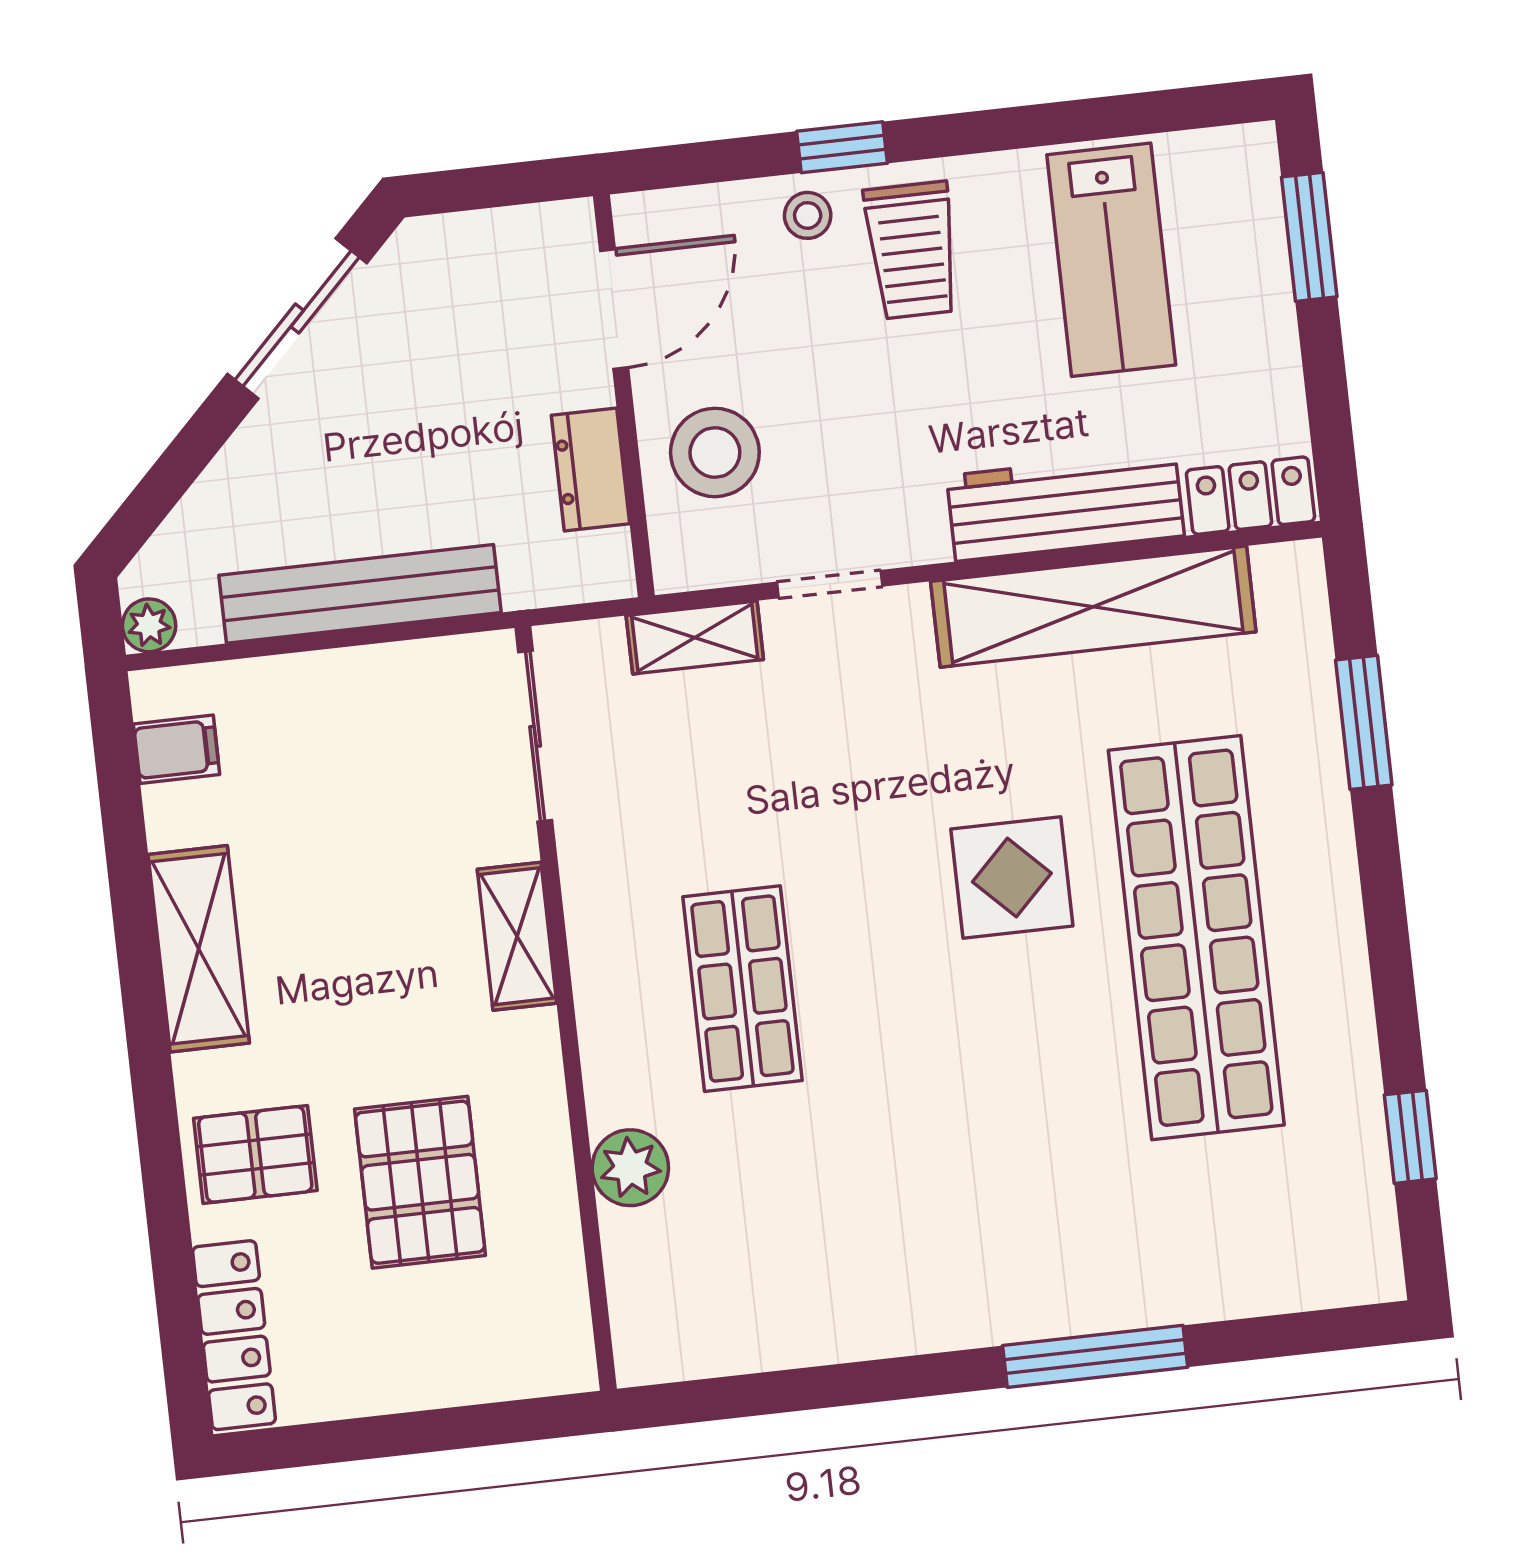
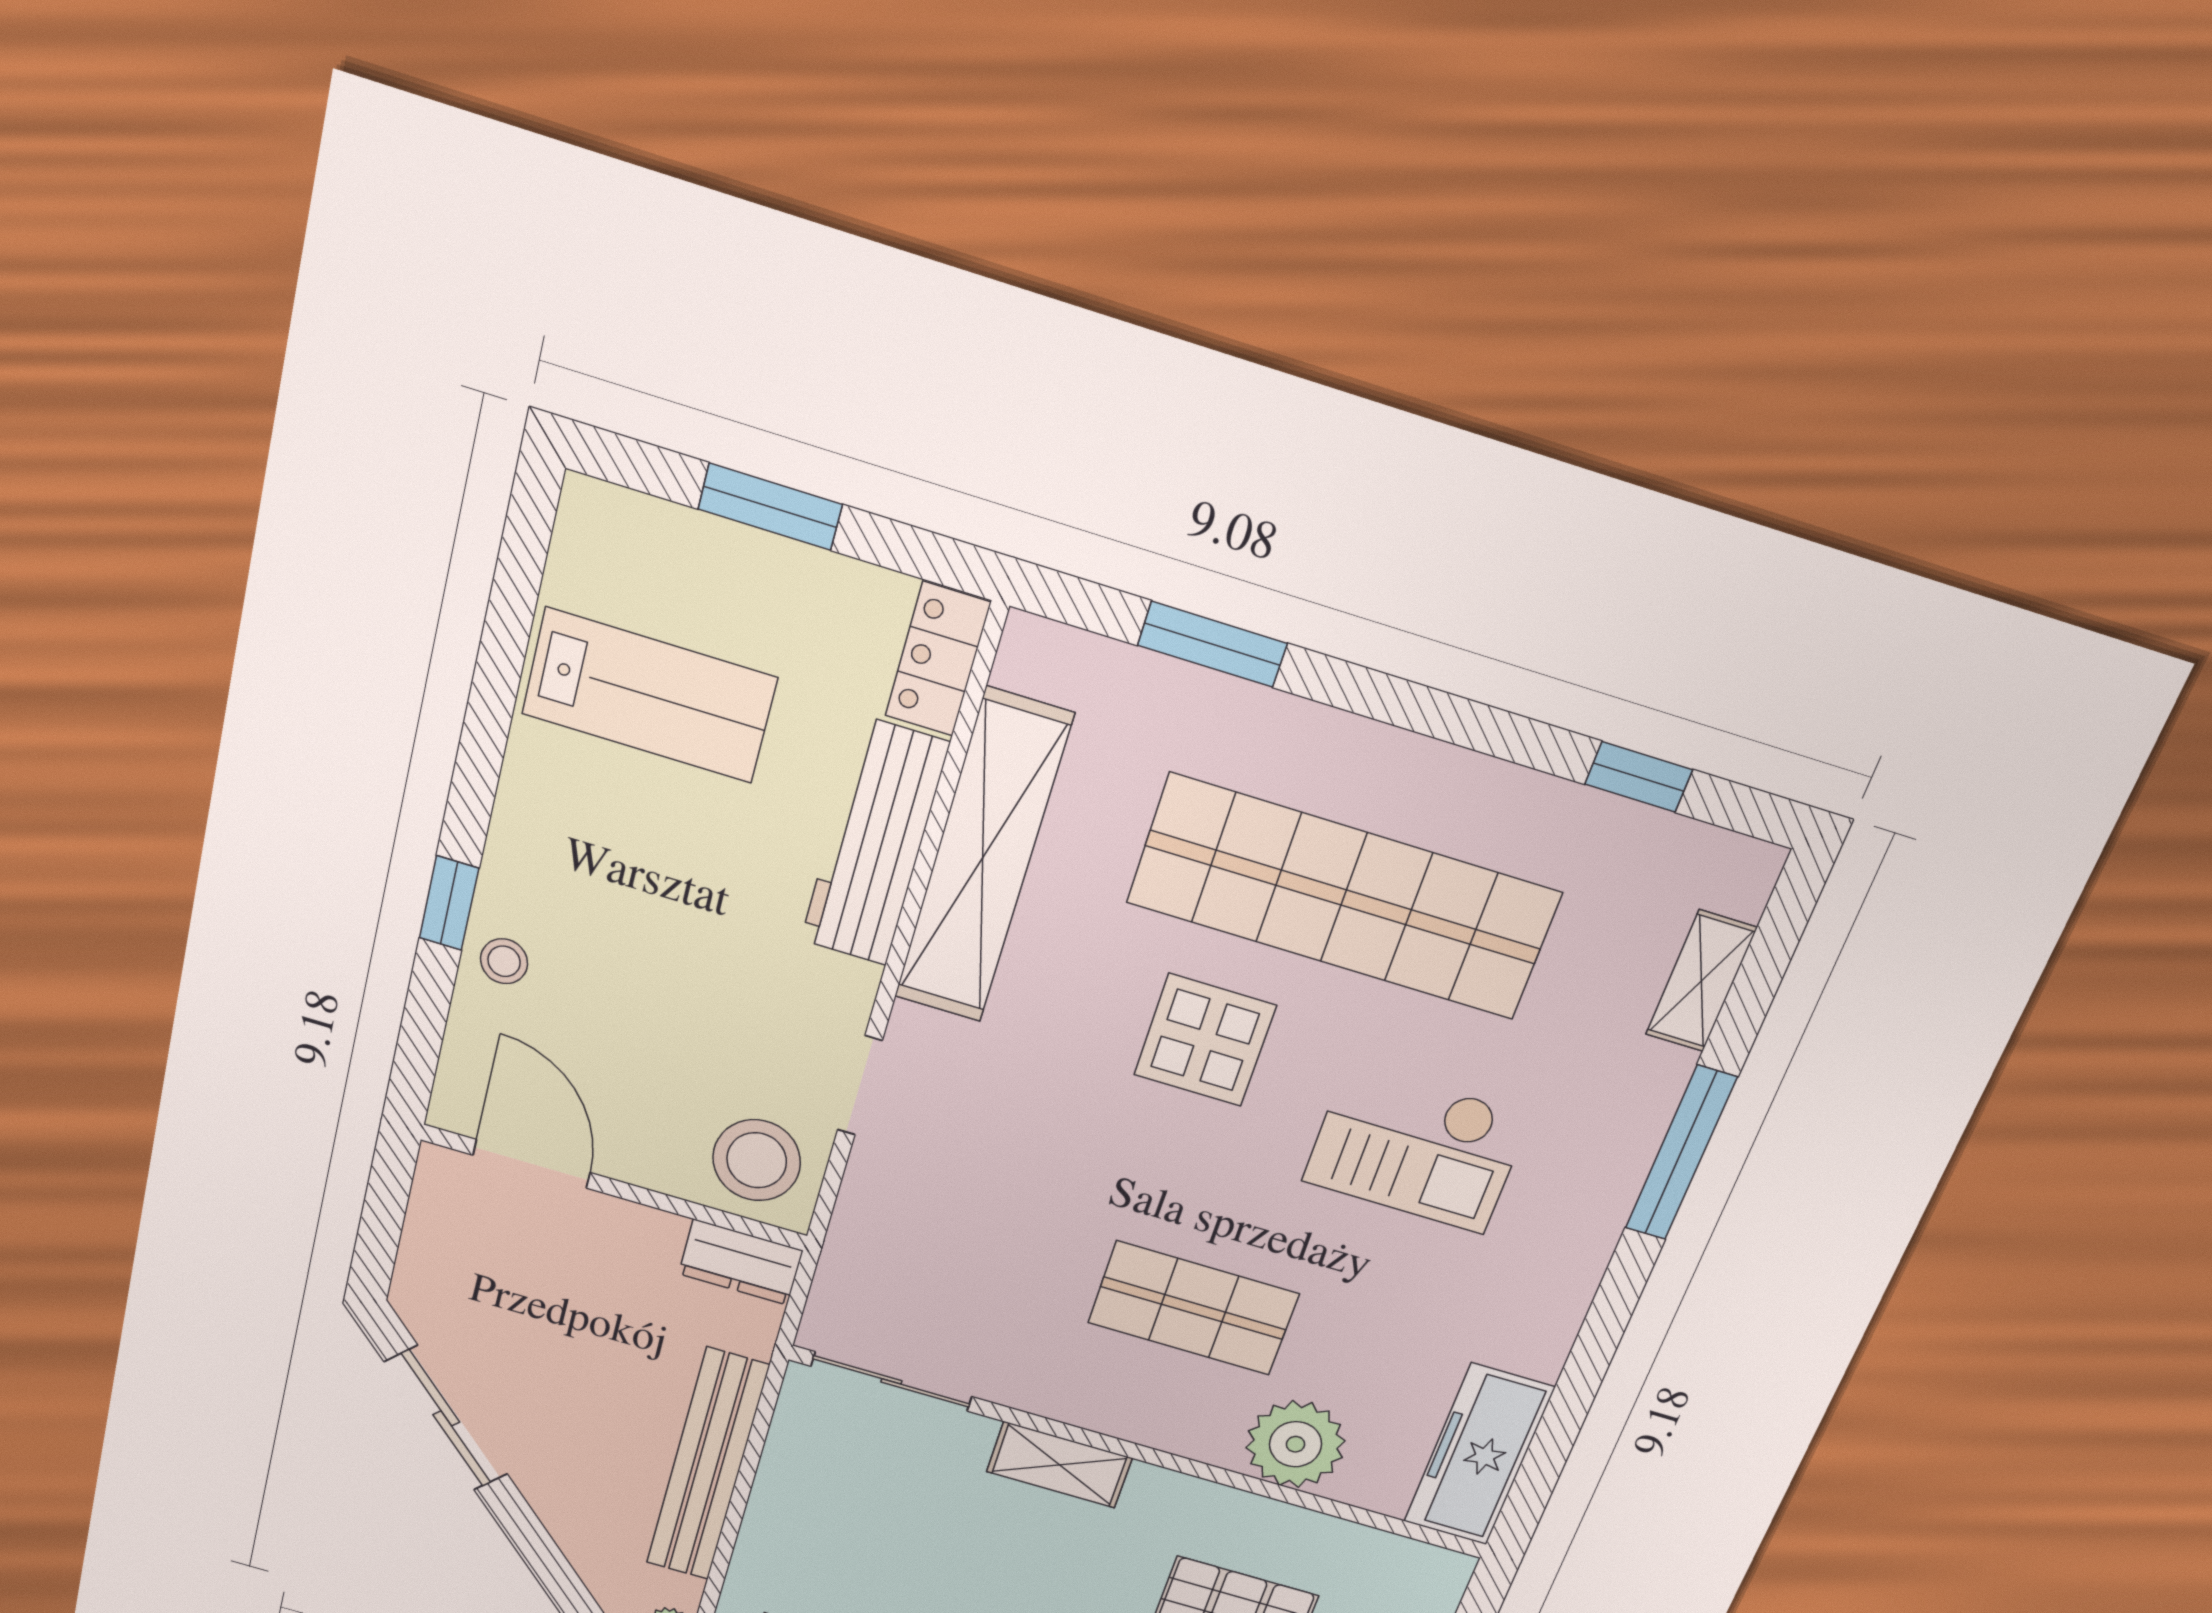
window: (1309, 237) -> (770, 507), moved
trolley: (912, 250) -> (571, 881), removed
stool: (715, 452) -> (757, 1160), moved
dresser: (591, 469) -> (741, 1262), moved
shelving: (695, 637) -> (1701, 981), moved
checkout: (994, 1117) -> (1416, 1148), added
plant: (630, 1168) -> (1295, 1444), width x1.36, depth x1.36
freezer: (710, 1332) -> (1479, 1455), added

